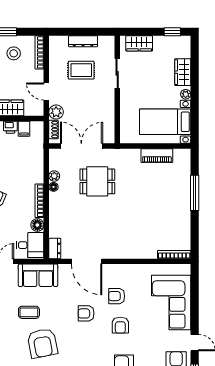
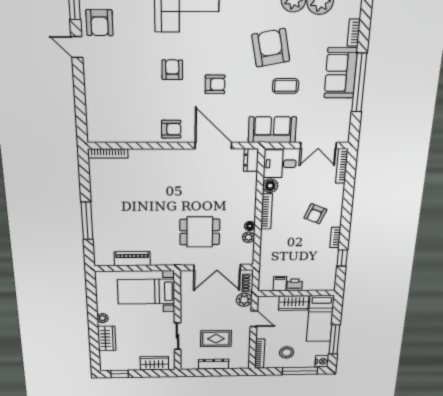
bed with nightstands: (165, 122) -> (146, 292), moved, turned 180
armchair: (117, 296) -> (171, 129), moved
corner sofa: (171, 303) -> (109, 97), removed

